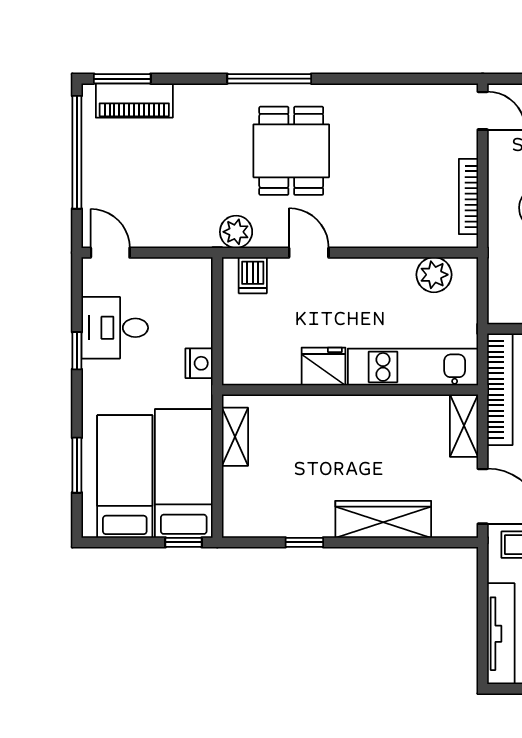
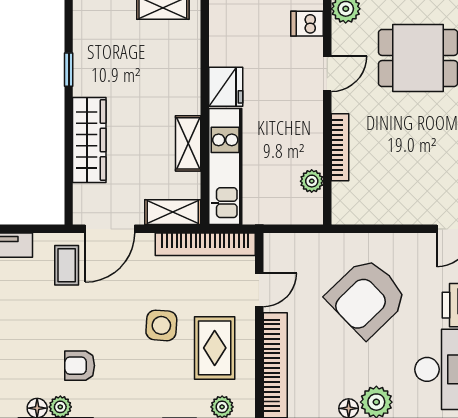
bookcase: (468, 197) -> (340, 147), moved, turned 90
plant: (434, 275) -> (312, 181), width x0.73, depth x0.73
shelving: (387, 408) -> (188, 143), added

